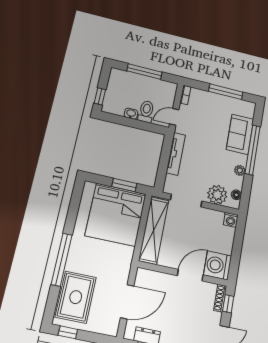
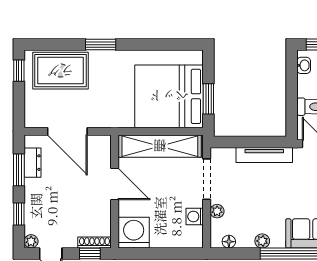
washbasin: (131, 114) -> (304, 65), moved
plant: (217, 195) -> (217, 211), width x0.53, depth x0.53
washing machine: (231, 220) -> (195, 216), moved
window: (62, 260) -> (101, 45), width x0.47
door: (190, 275) -> (115, 184), moved

